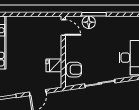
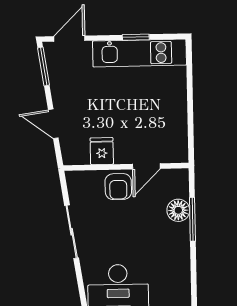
door: (63, 28) -> (146, 166), moved
armchair: (74, 70) -> (118, 187), moved

